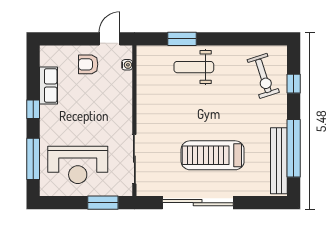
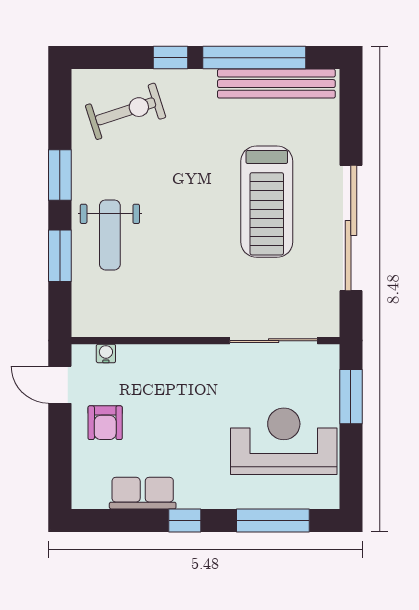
window: (227, 39) -> (60, 175), added
window: (294, 84) -> (171, 58), moved
reception desk: (78, 165) -> (284, 441), turned -90

